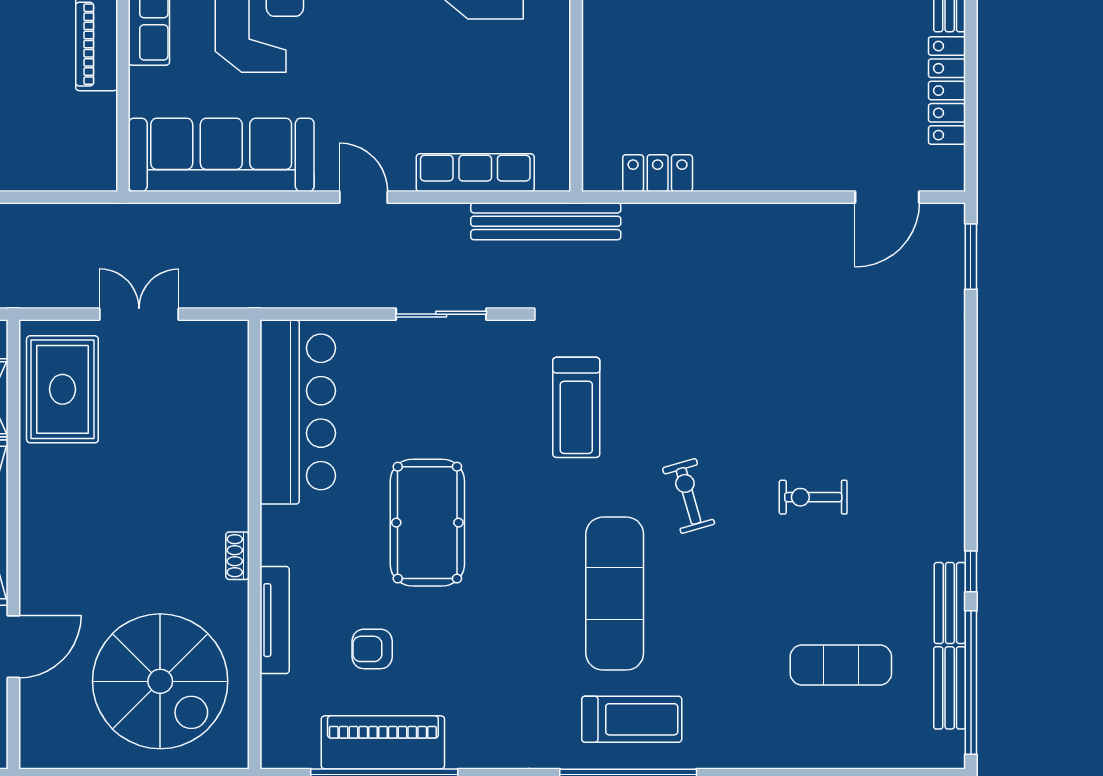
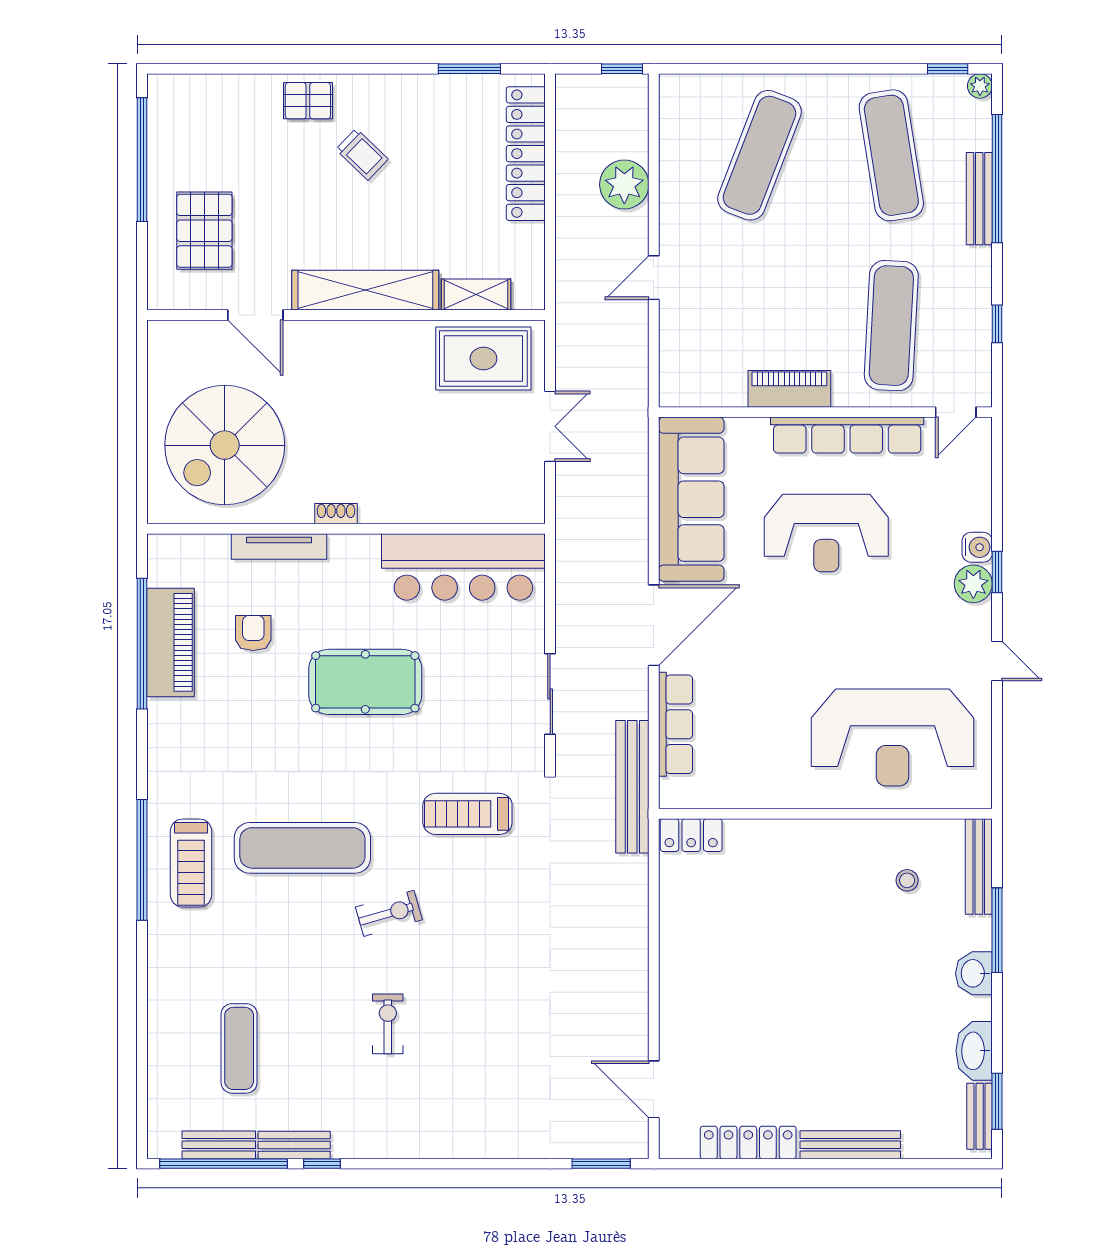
locker: (658, 173) -> (691, 835), moved, turned 90
door: (364, 197) -> (654, 625), width x1.87

